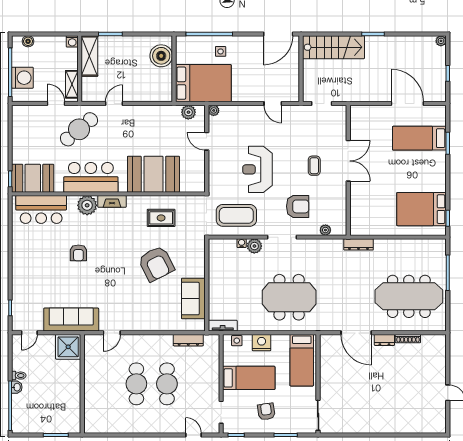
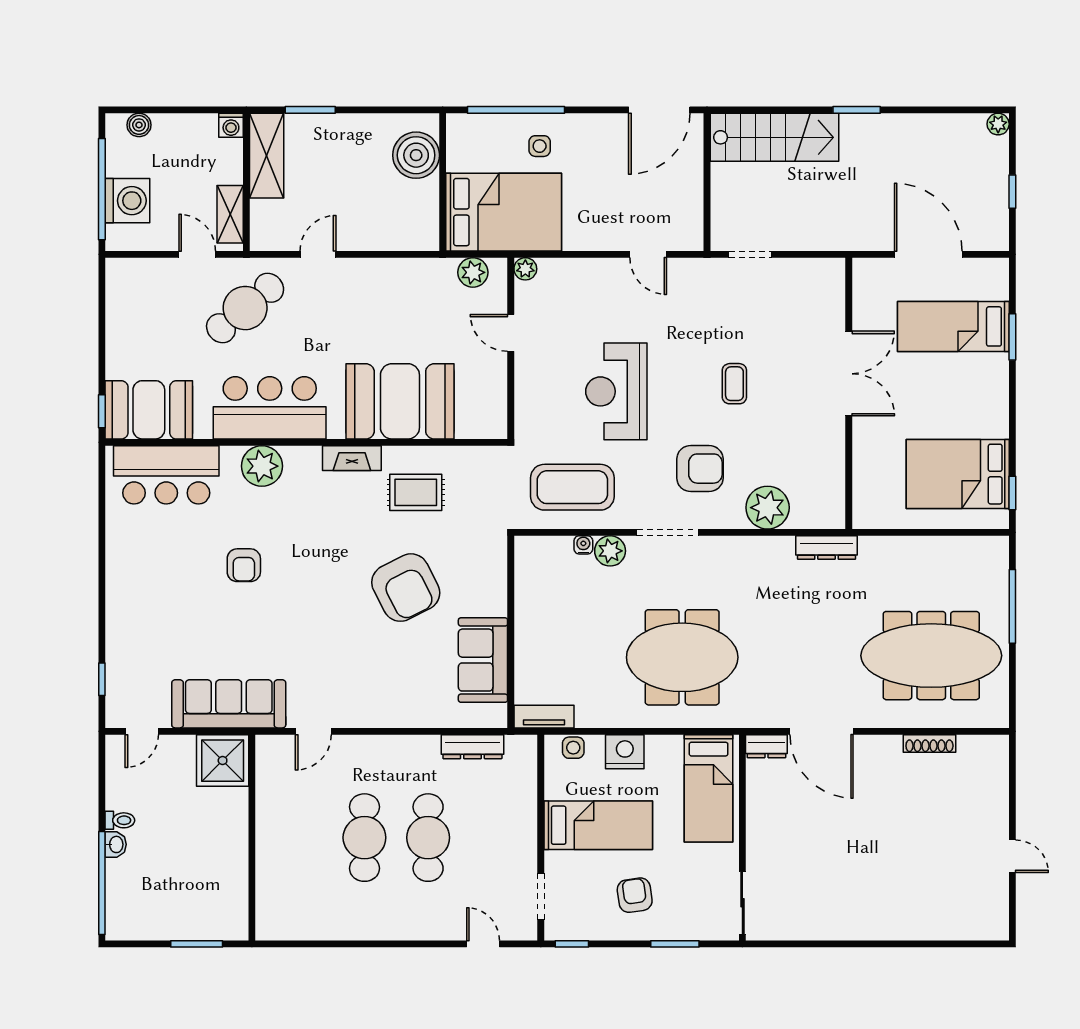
double door: (348, 161) -> (849, 374), moved
wall: (348, 170) -> (849, 393), moved
fireplace: (112, 201) -> (352, 458), moved
plant: (325, 230) -> (768, 508), width x1.88, depth x1.88
dresser: (384, 340) -> (766, 746), moved

